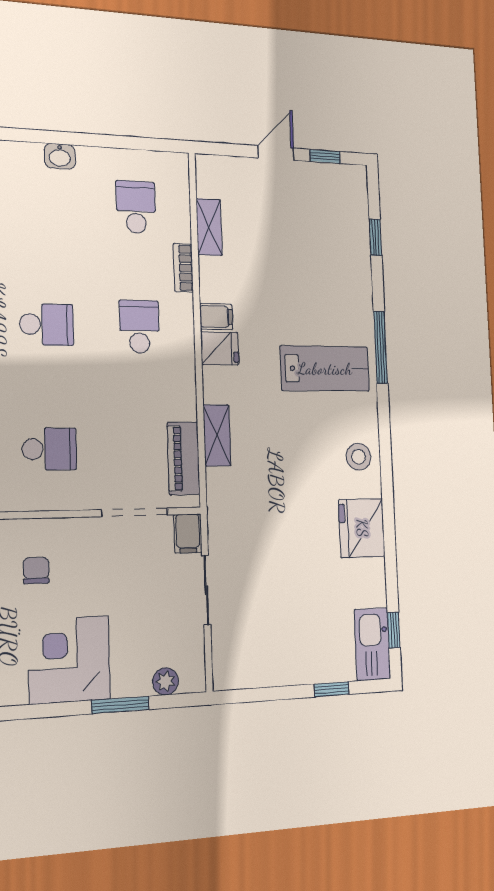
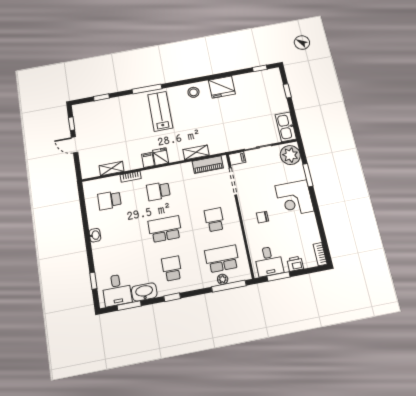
school desk: (47, 324) -> (165, 229), width x1.85
kitchen sink: (372, 644) -> (286, 127), moved, turned 90
plant: (165, 681) -> (290, 155), width x1.88, depth x1.88

